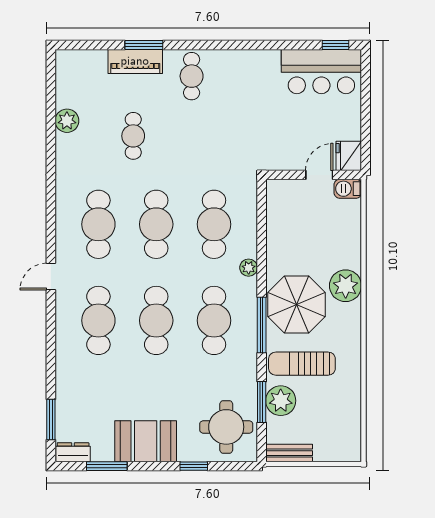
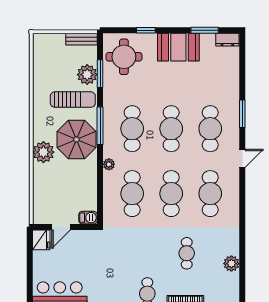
barbecue: (348, 189) -> (88, 218), moved
window: (51, 419) -> (242, 114), moved

